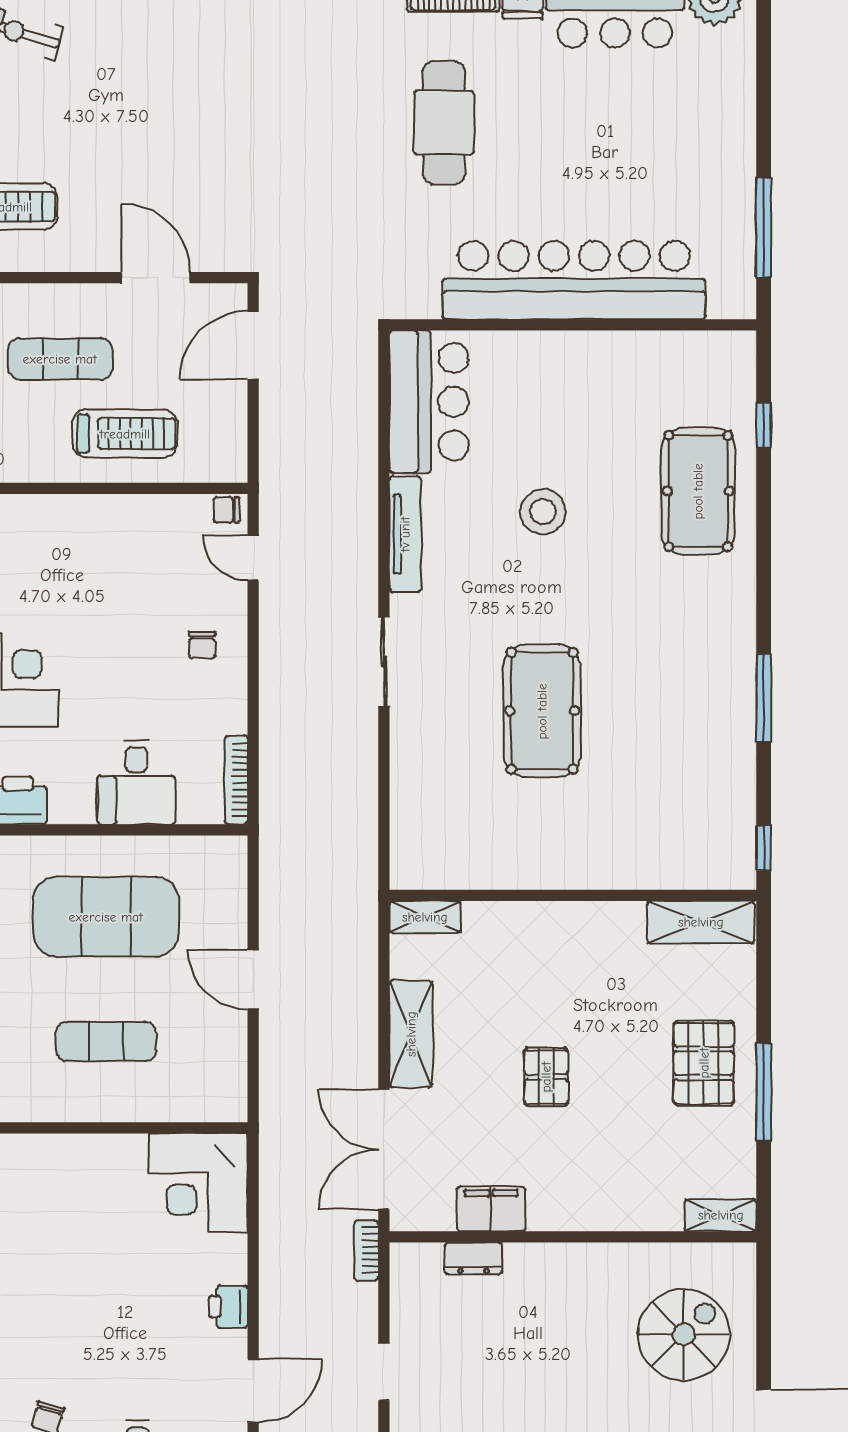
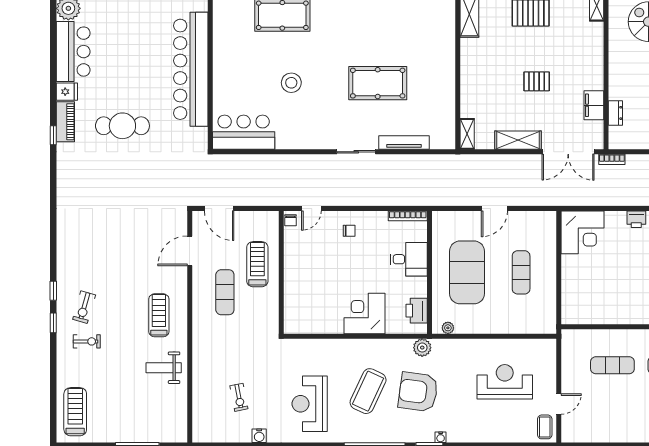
tv unit: (405, 534) -> (404, 143), moved

